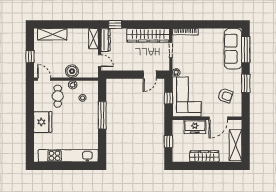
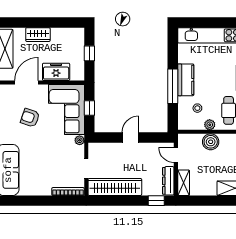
door: (150, 75) -> (130, 137), moved
armchair: (225, 96) -> (30, 118), moved
kitchen counter: (92, 120) -> (186, 80), added
wardrobe: (204, 156) -> (38, 35), width x0.67

